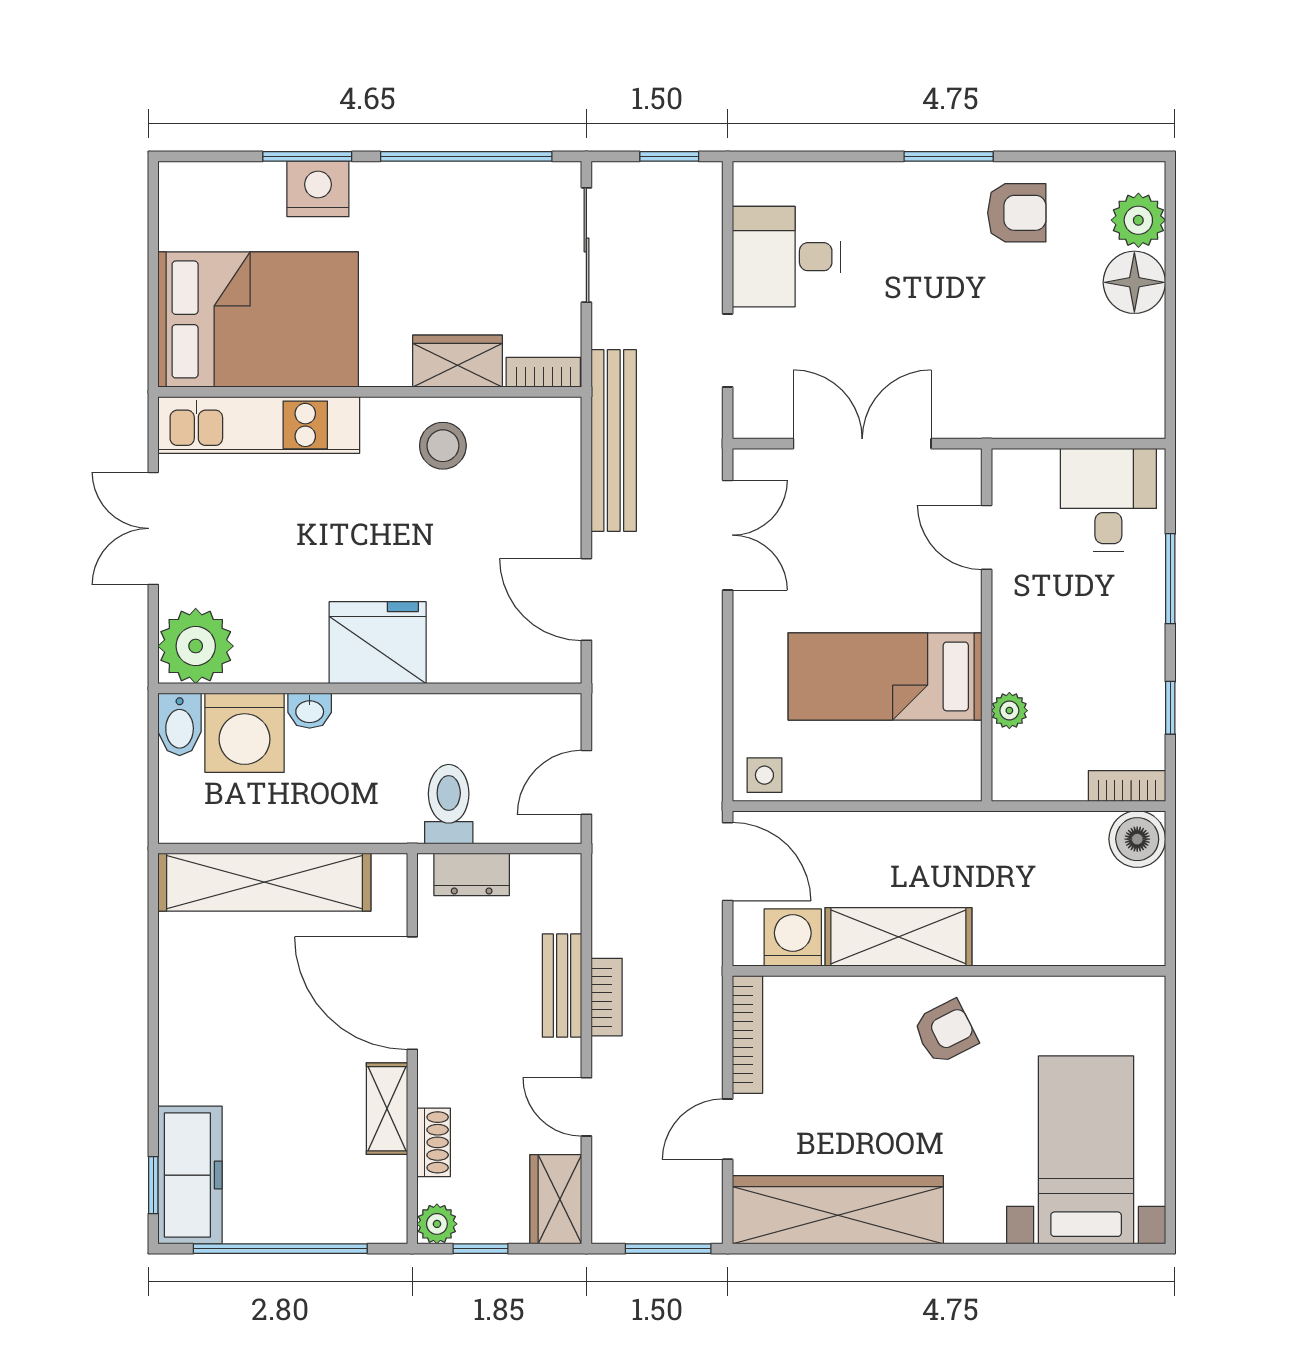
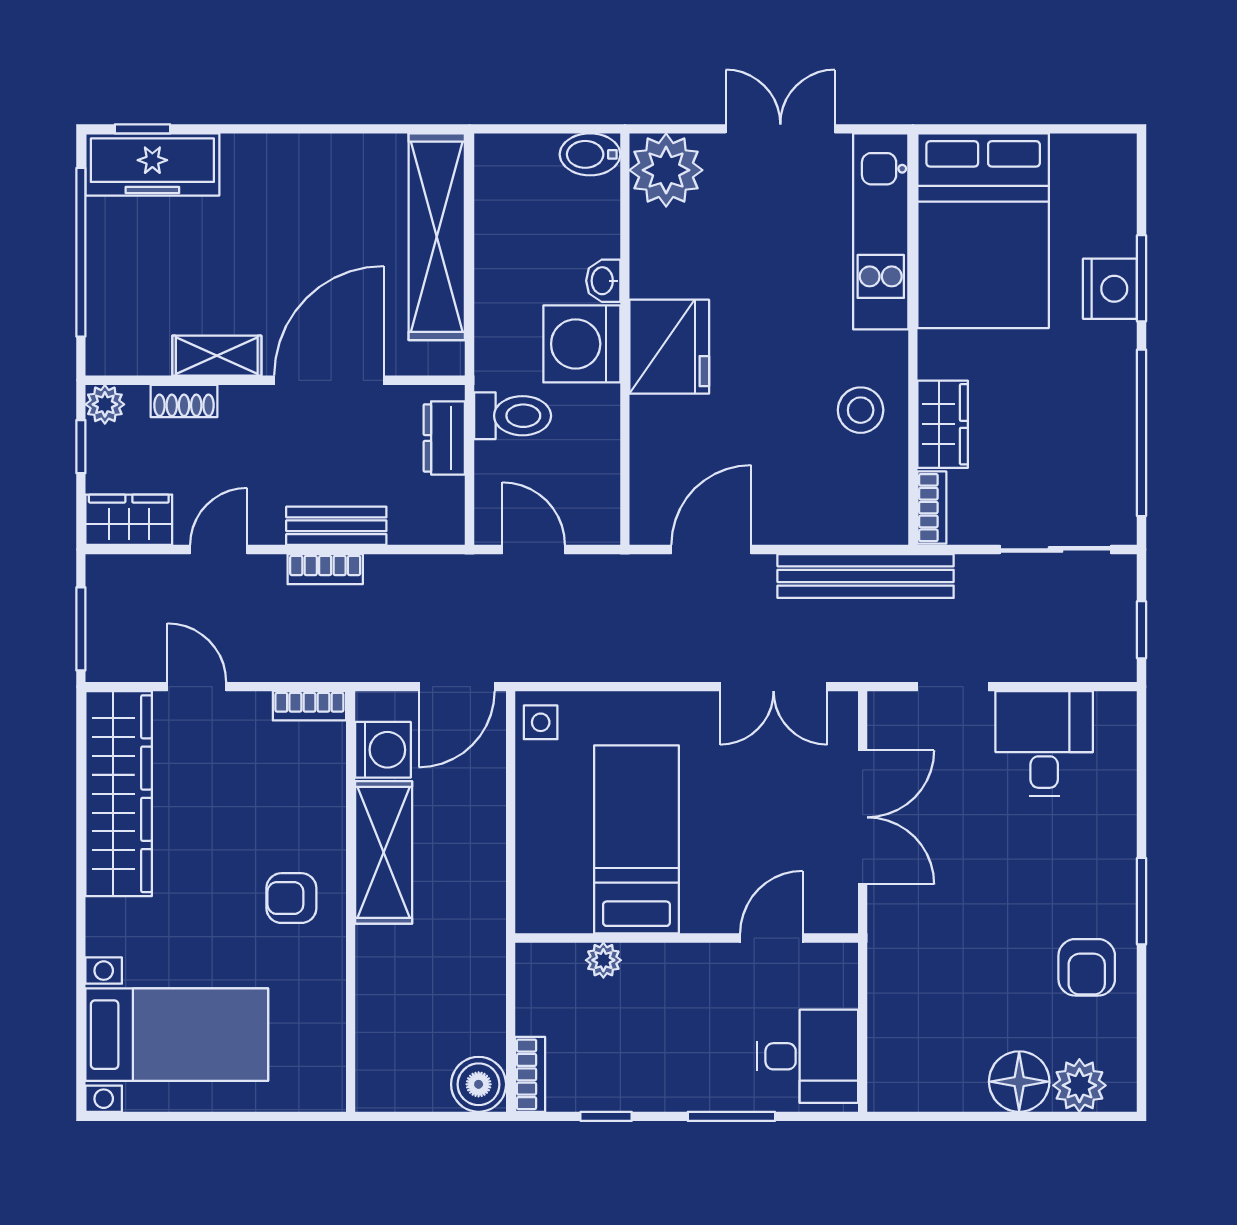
washing machine: (245, 733) -> (582, 344), moved
armchair: (945, 1032) -> (291, 898), turned 117
bookcase: (747, 1034) -> (309, 706), width x0.64

